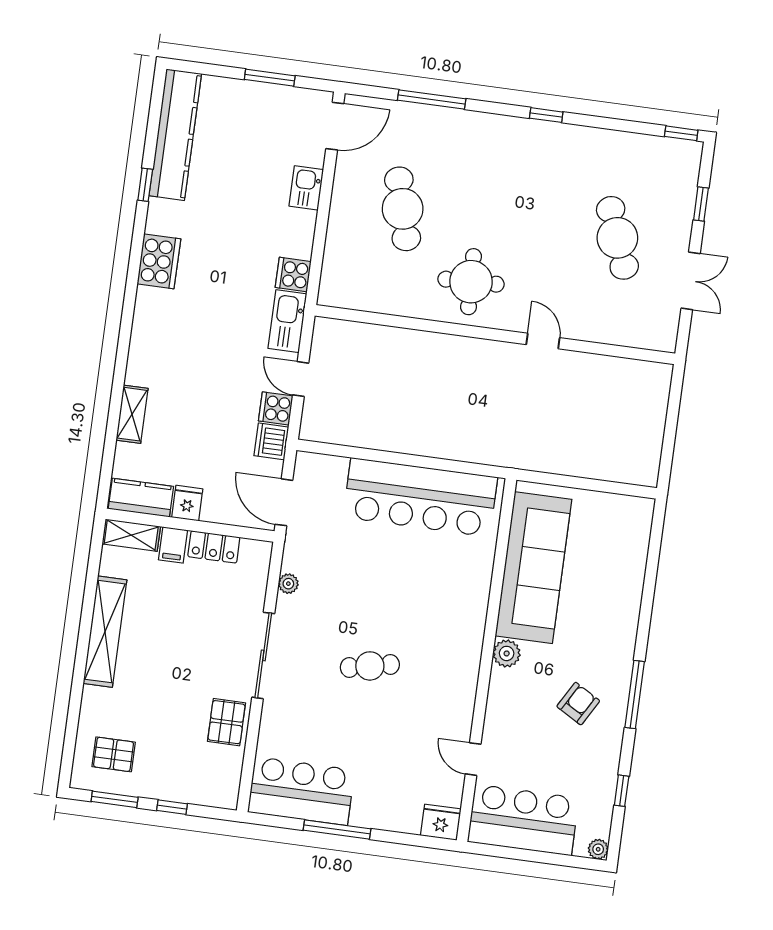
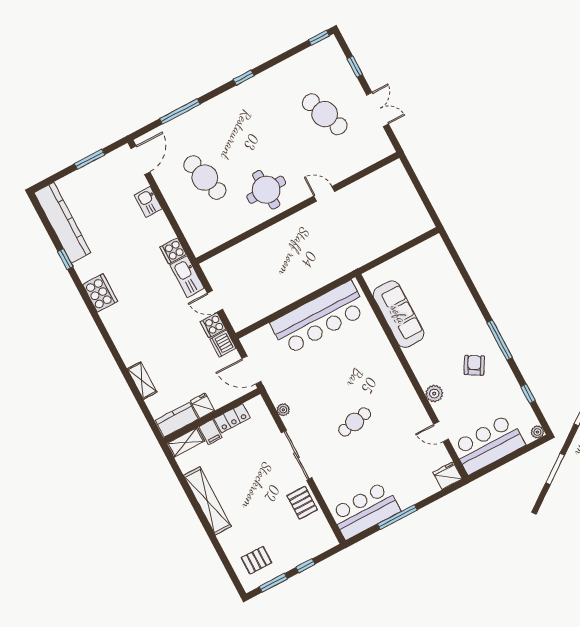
sofa: (533, 568) -> (399, 314), width x0.74, depth x0.79
plant: (507, 653) -> (434, 394), moved

